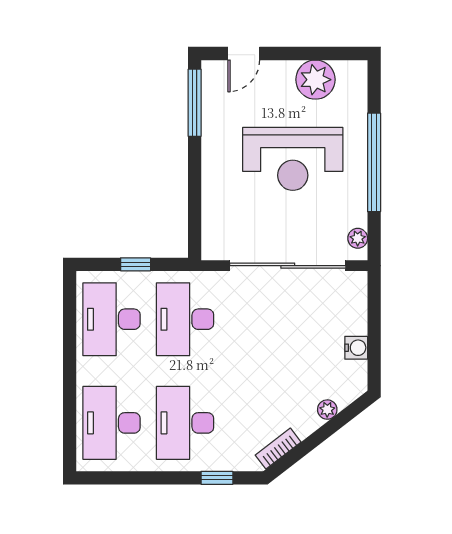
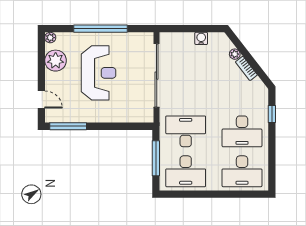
plant: (358, 238) -> (50, 38), moved
window: (136, 264) -> (156, 158), width x2.17
desk: (185, 319) -> (186, 131), turned 180
bookcase: (278, 449) -> (246, 68), moved

